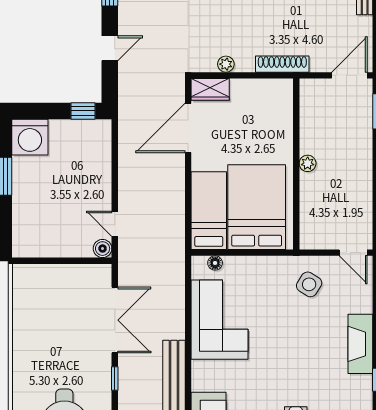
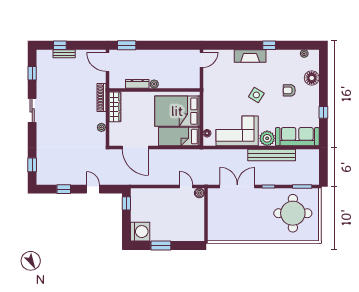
wardrobe: (210, 89) -> (115, 107), moved, width x1.50
dresser: (308, 132) -> (137, 84), added
door: (115, 224) -> (186, 186), swing flipped
side table: (309, 284) -> (256, 95), moved
plant: (205, 376) -> (267, 138), added

